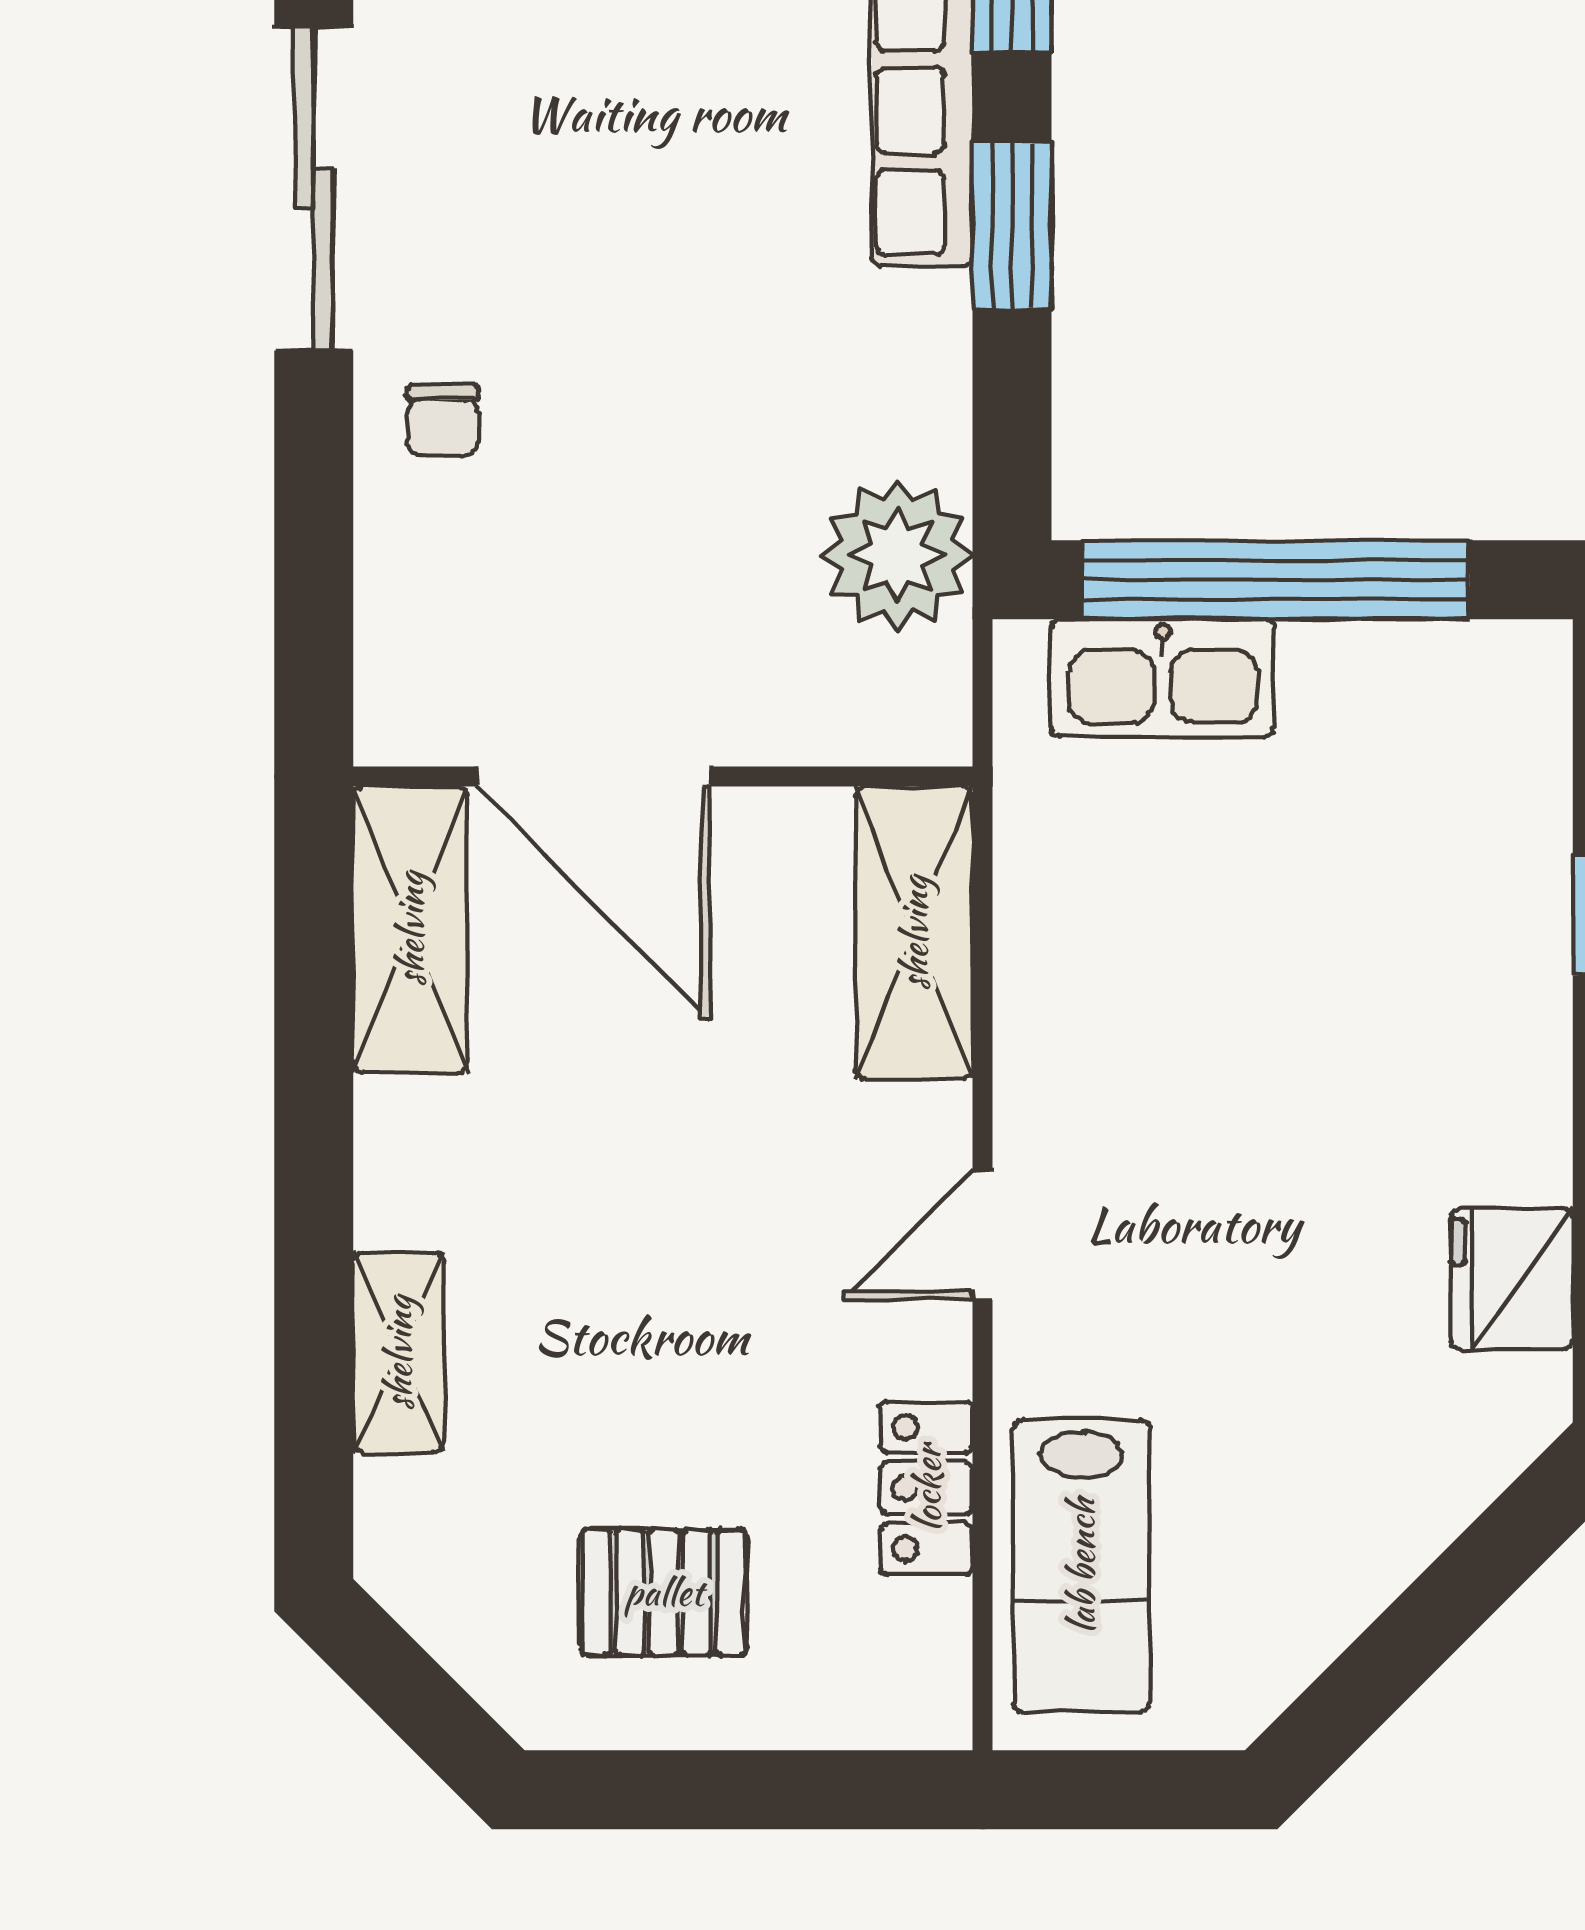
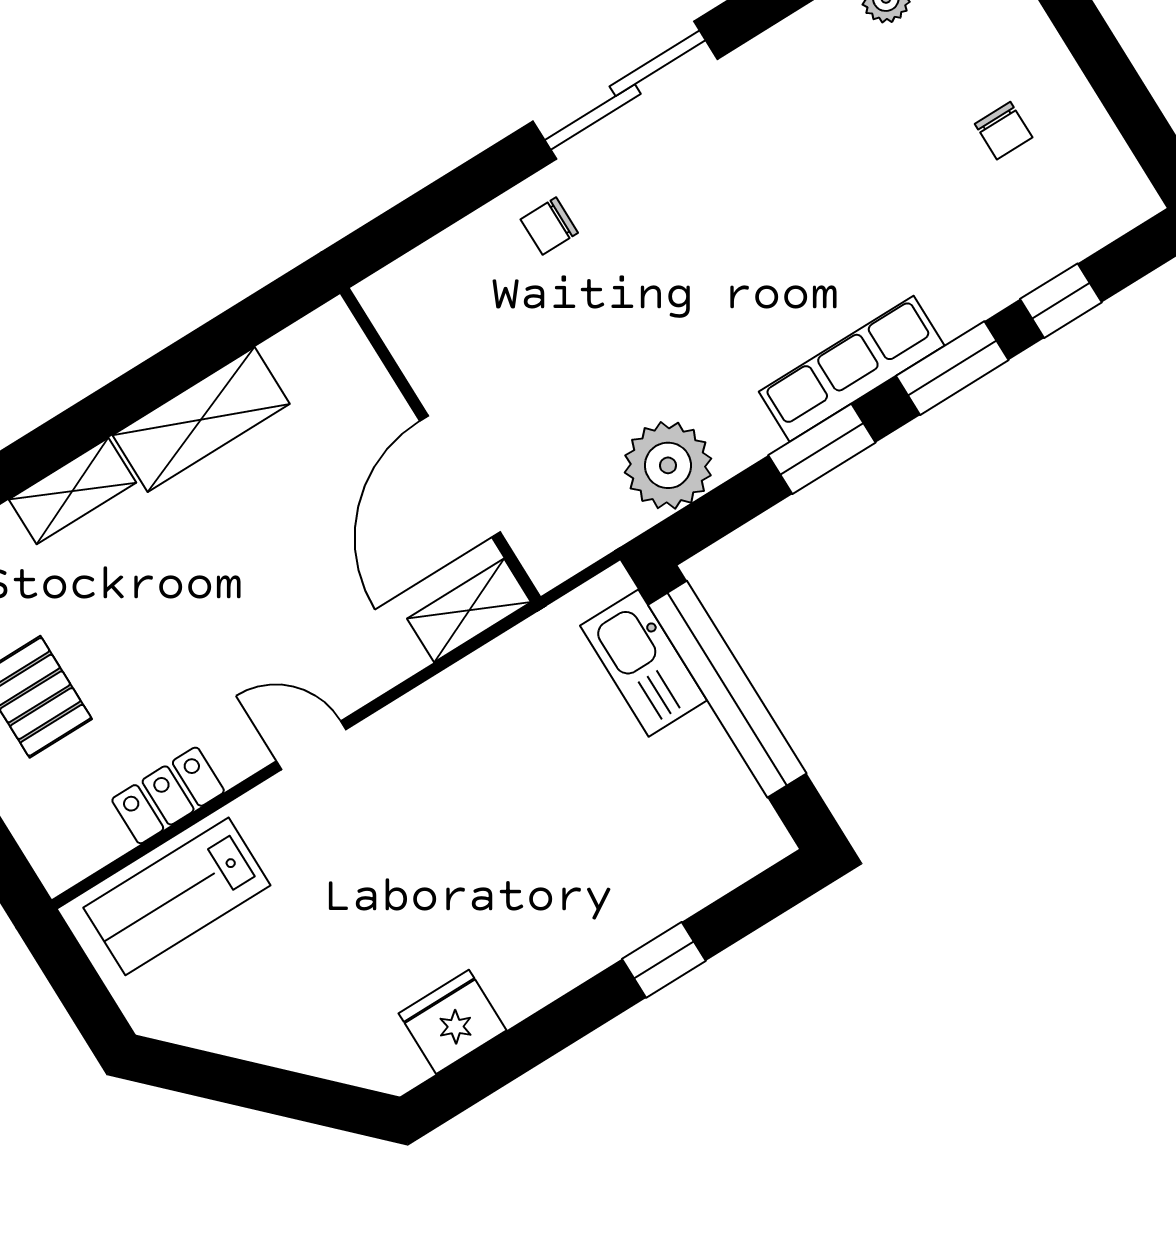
plant: (897, 555) -> (668, 465), moved
door: (593, 777) -> (460, 476), moved
shelving: (410, 929) -> (201, 420), moved
shelving: (914, 933) -> (469, 610), width x0.67, depth x0.75

